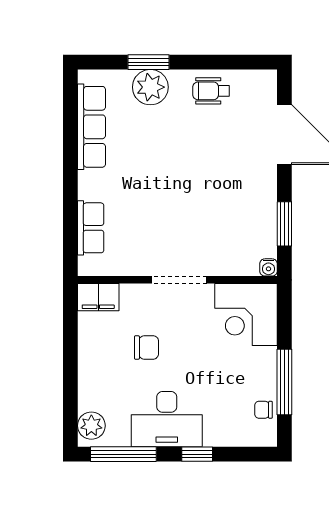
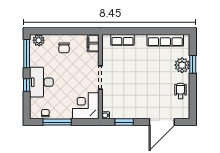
chair: (147, 347) -> (64, 48), moved
desk: (167, 419) -> (41, 82), moved

